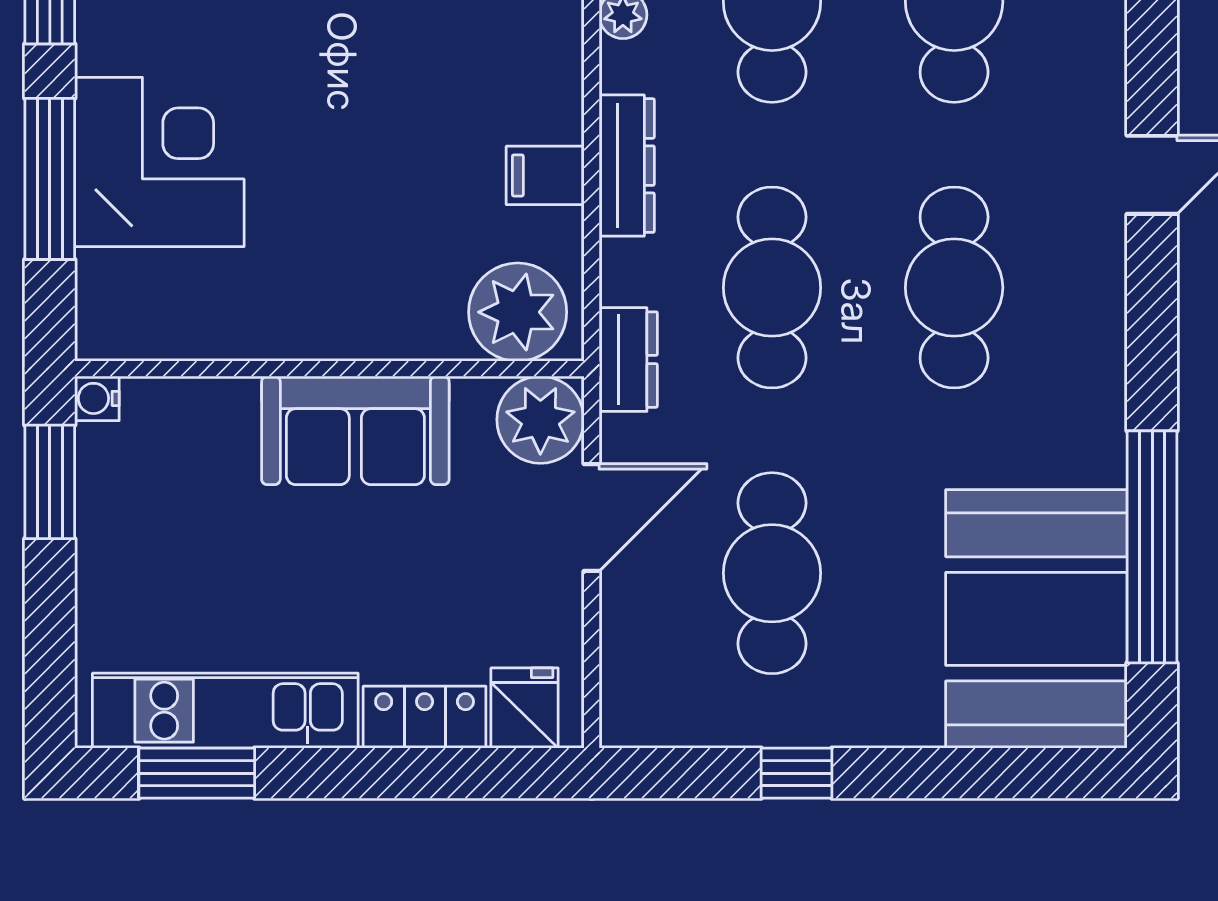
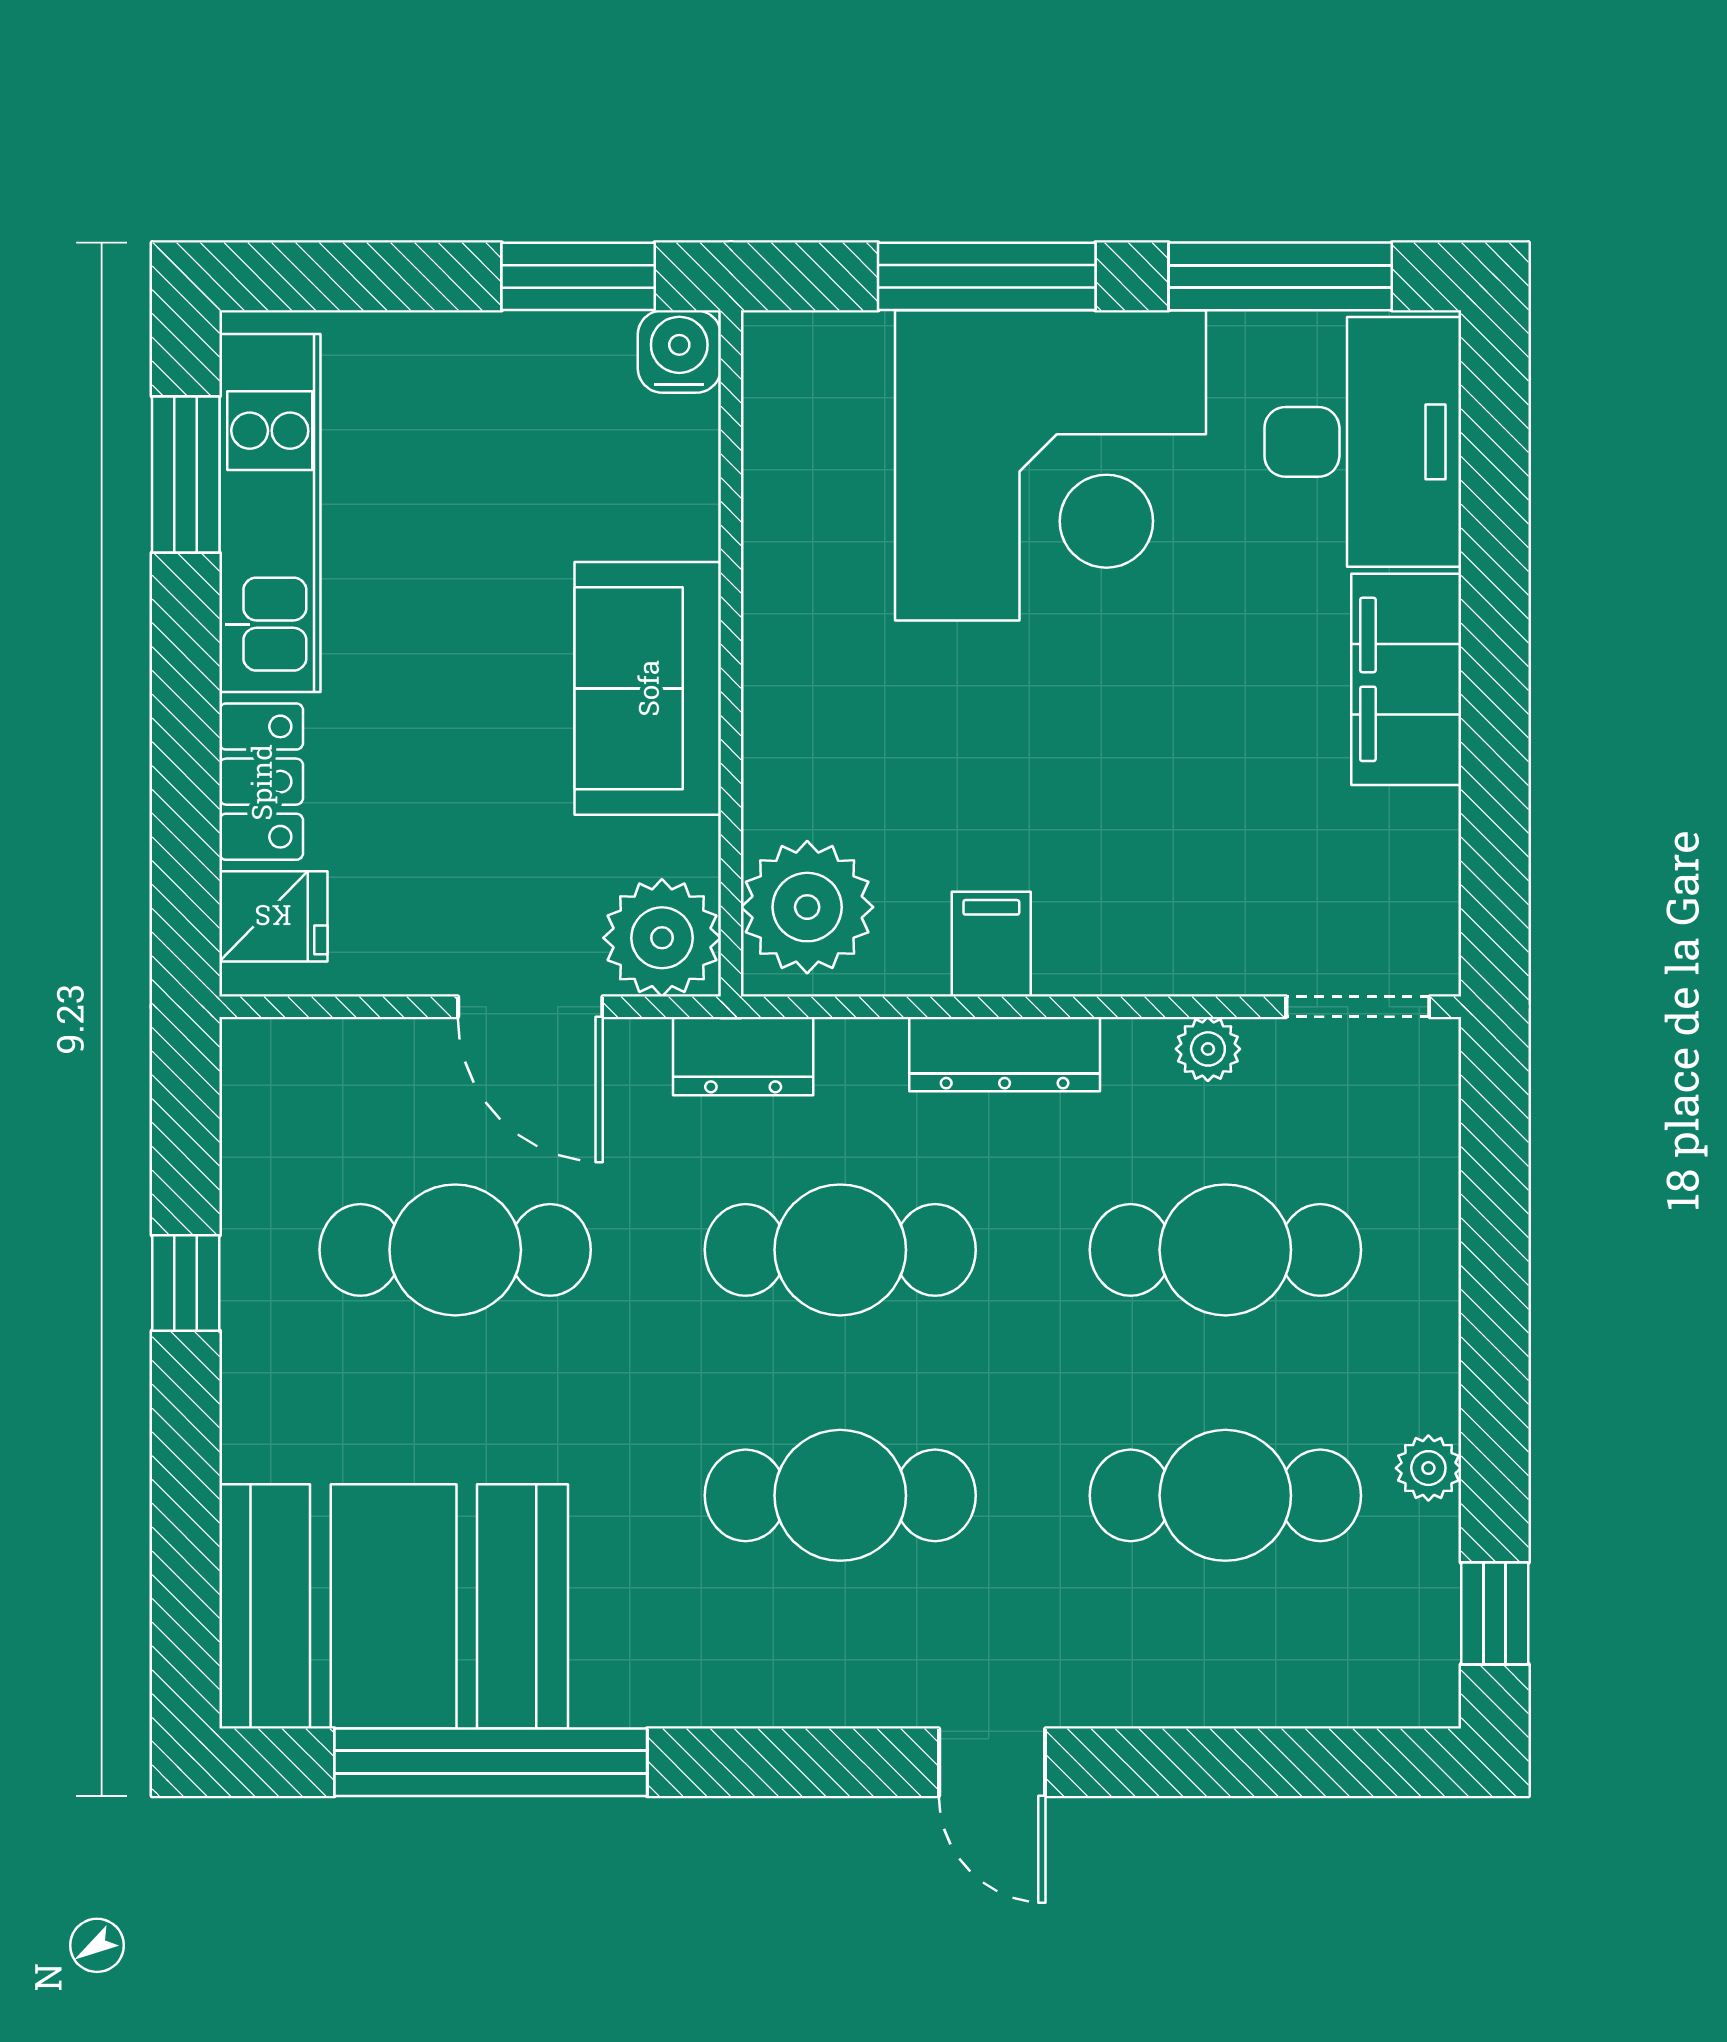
corner desk: (159, 162) -> (1050, 465), width x1.36, depth x1.36
water cooler: (97, 398) -> (679, 352), width x1.38, depth x1.38

